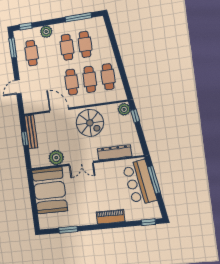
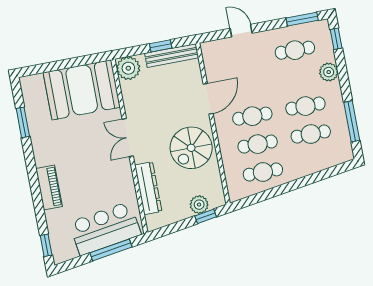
plant: (124, 109) -> (199, 205), moved
plant: (56, 158) -> (128, 68), moved

